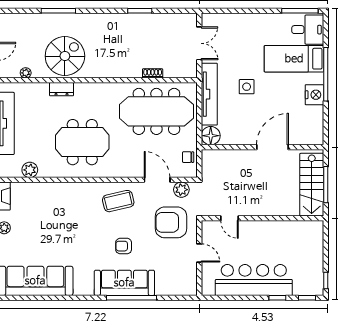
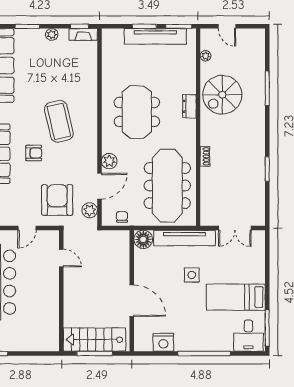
spiral stairs: (65, 56) -> (222, 95), turned 90
bed: (294, 59) -> (236, 297), moved, turned -90
shoe rack: (153, 73) -> (205, 156), moved
dresser: (61, 89) -> (189, 106), moved
nightstand: (314, 95) -> (163, 342), moved
plant: (30, 170) -> (109, 161), moved
coffee table: (118, 201) -> (59, 121), moved, width x1.36, depth x1.32
door: (229, 218) -> (61, 258), swing flipped
armchair: (124, 246) -> (34, 153), turned 90

